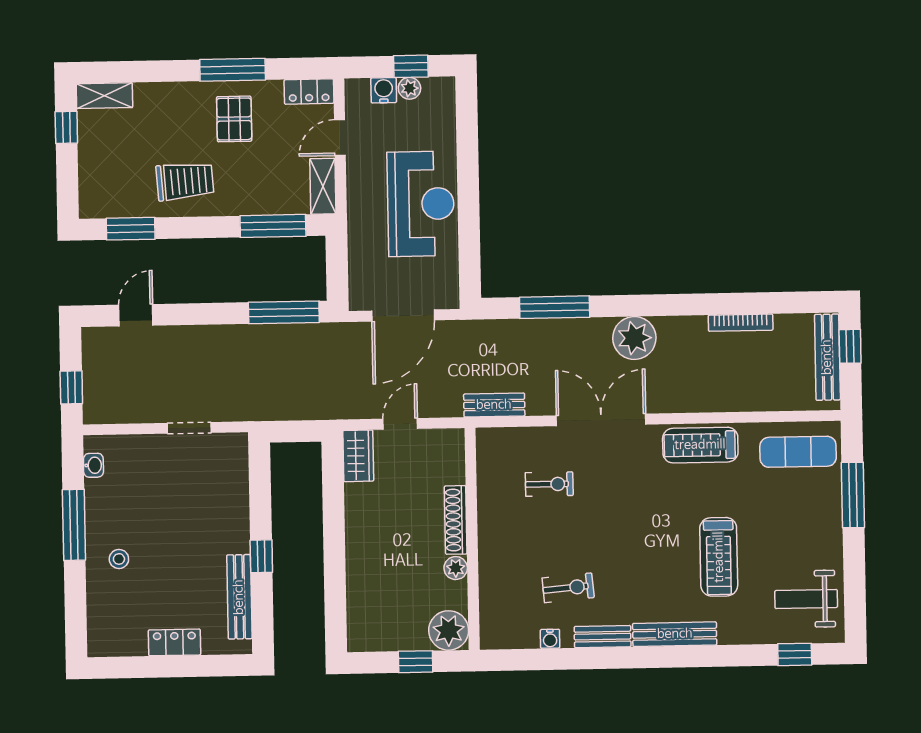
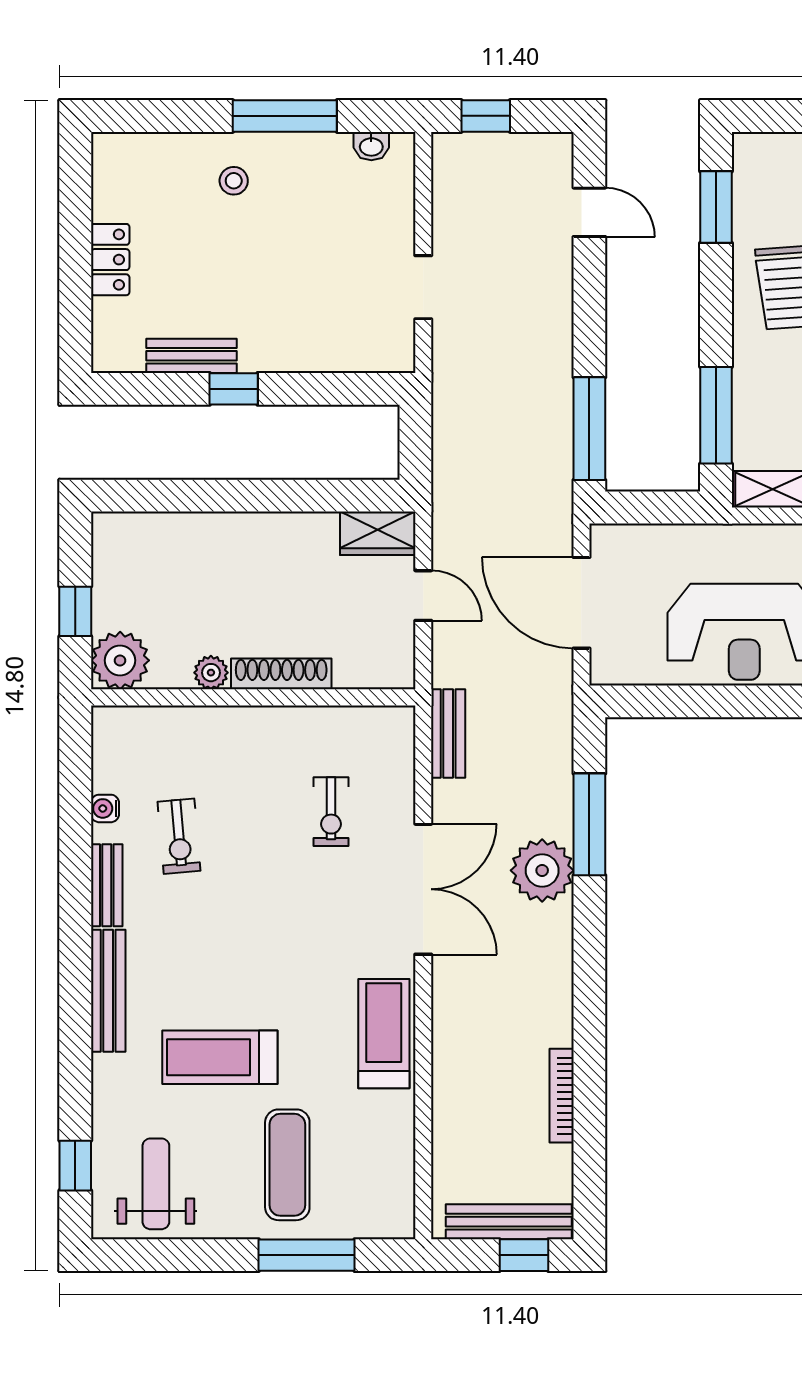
plant: (634, 338) -> (542, 870), moved
exercise mat: (798, 452) -> (287, 1165), moved
bench: (239, 597) -> (191, 356), width x0.73

